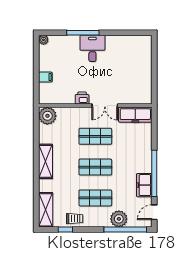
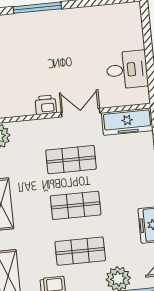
desk: (92, 48) -> (127, 70), moved, turned 90
double door: (105, 106) -> (81, 113), swing flipped

